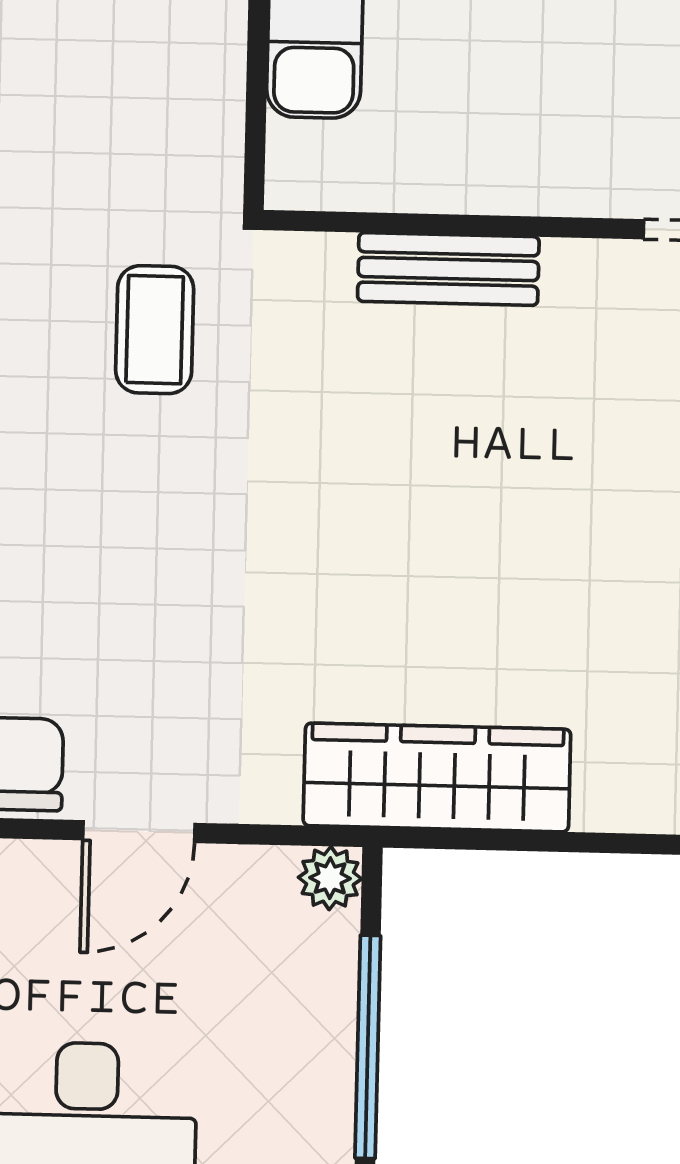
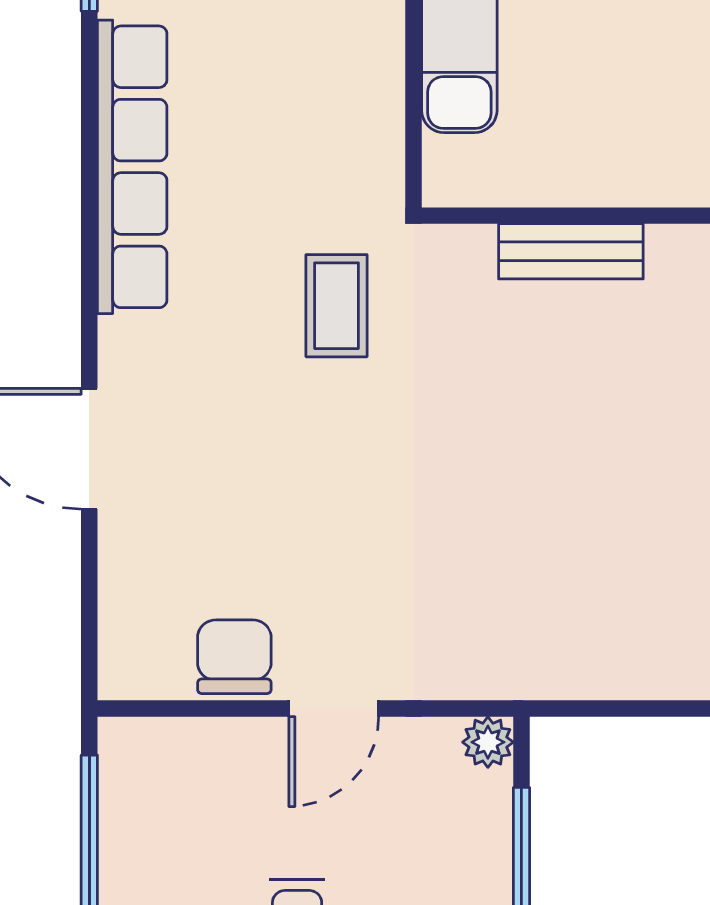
wardrobe: (437, 777) -> (572, 659), removed

